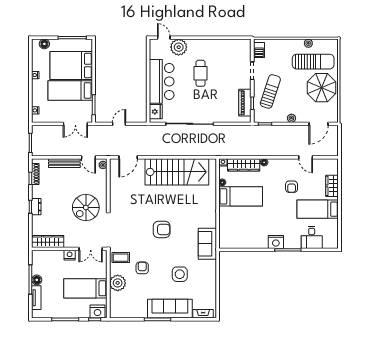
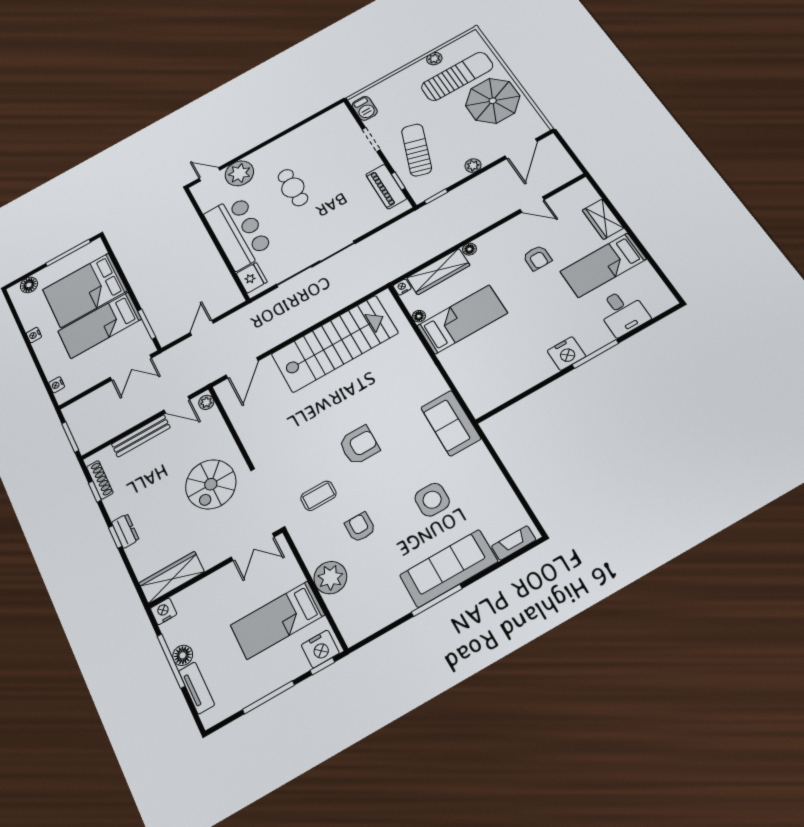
nightstand: (70, 255) -> (164, 611), moved
coffee table: (121, 258) -> (318, 496), moved

